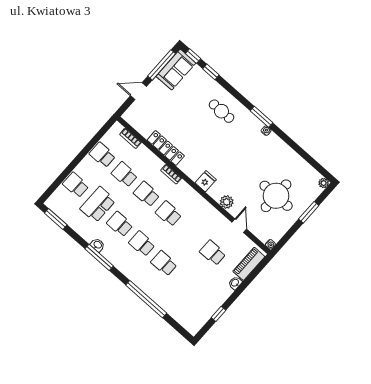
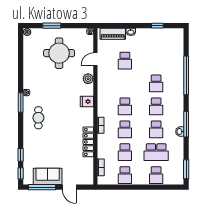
sofa: (176, 70) -> (48, 176), moved
cafe table: (221, 111) -> (38, 118), moved

